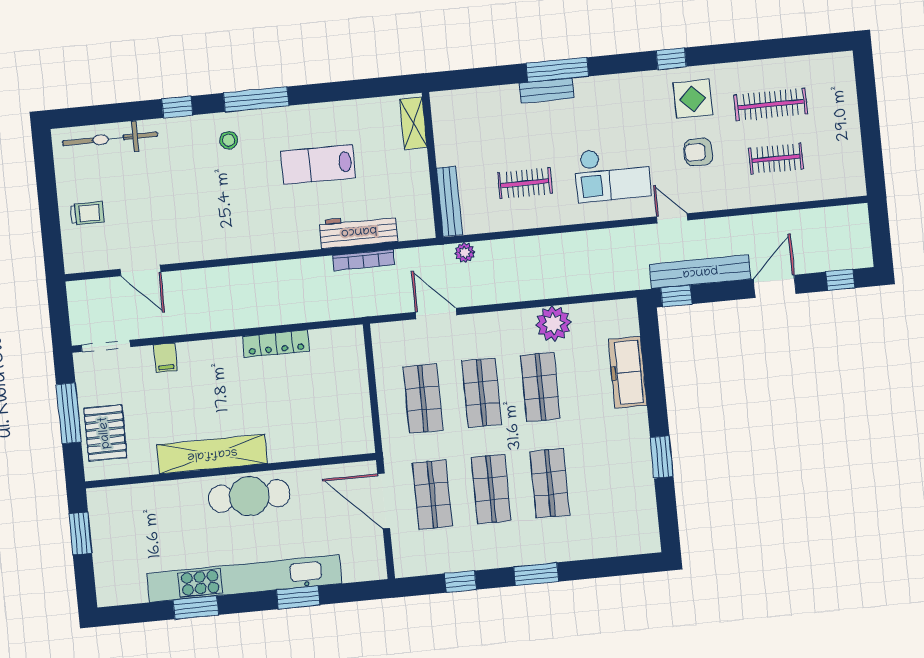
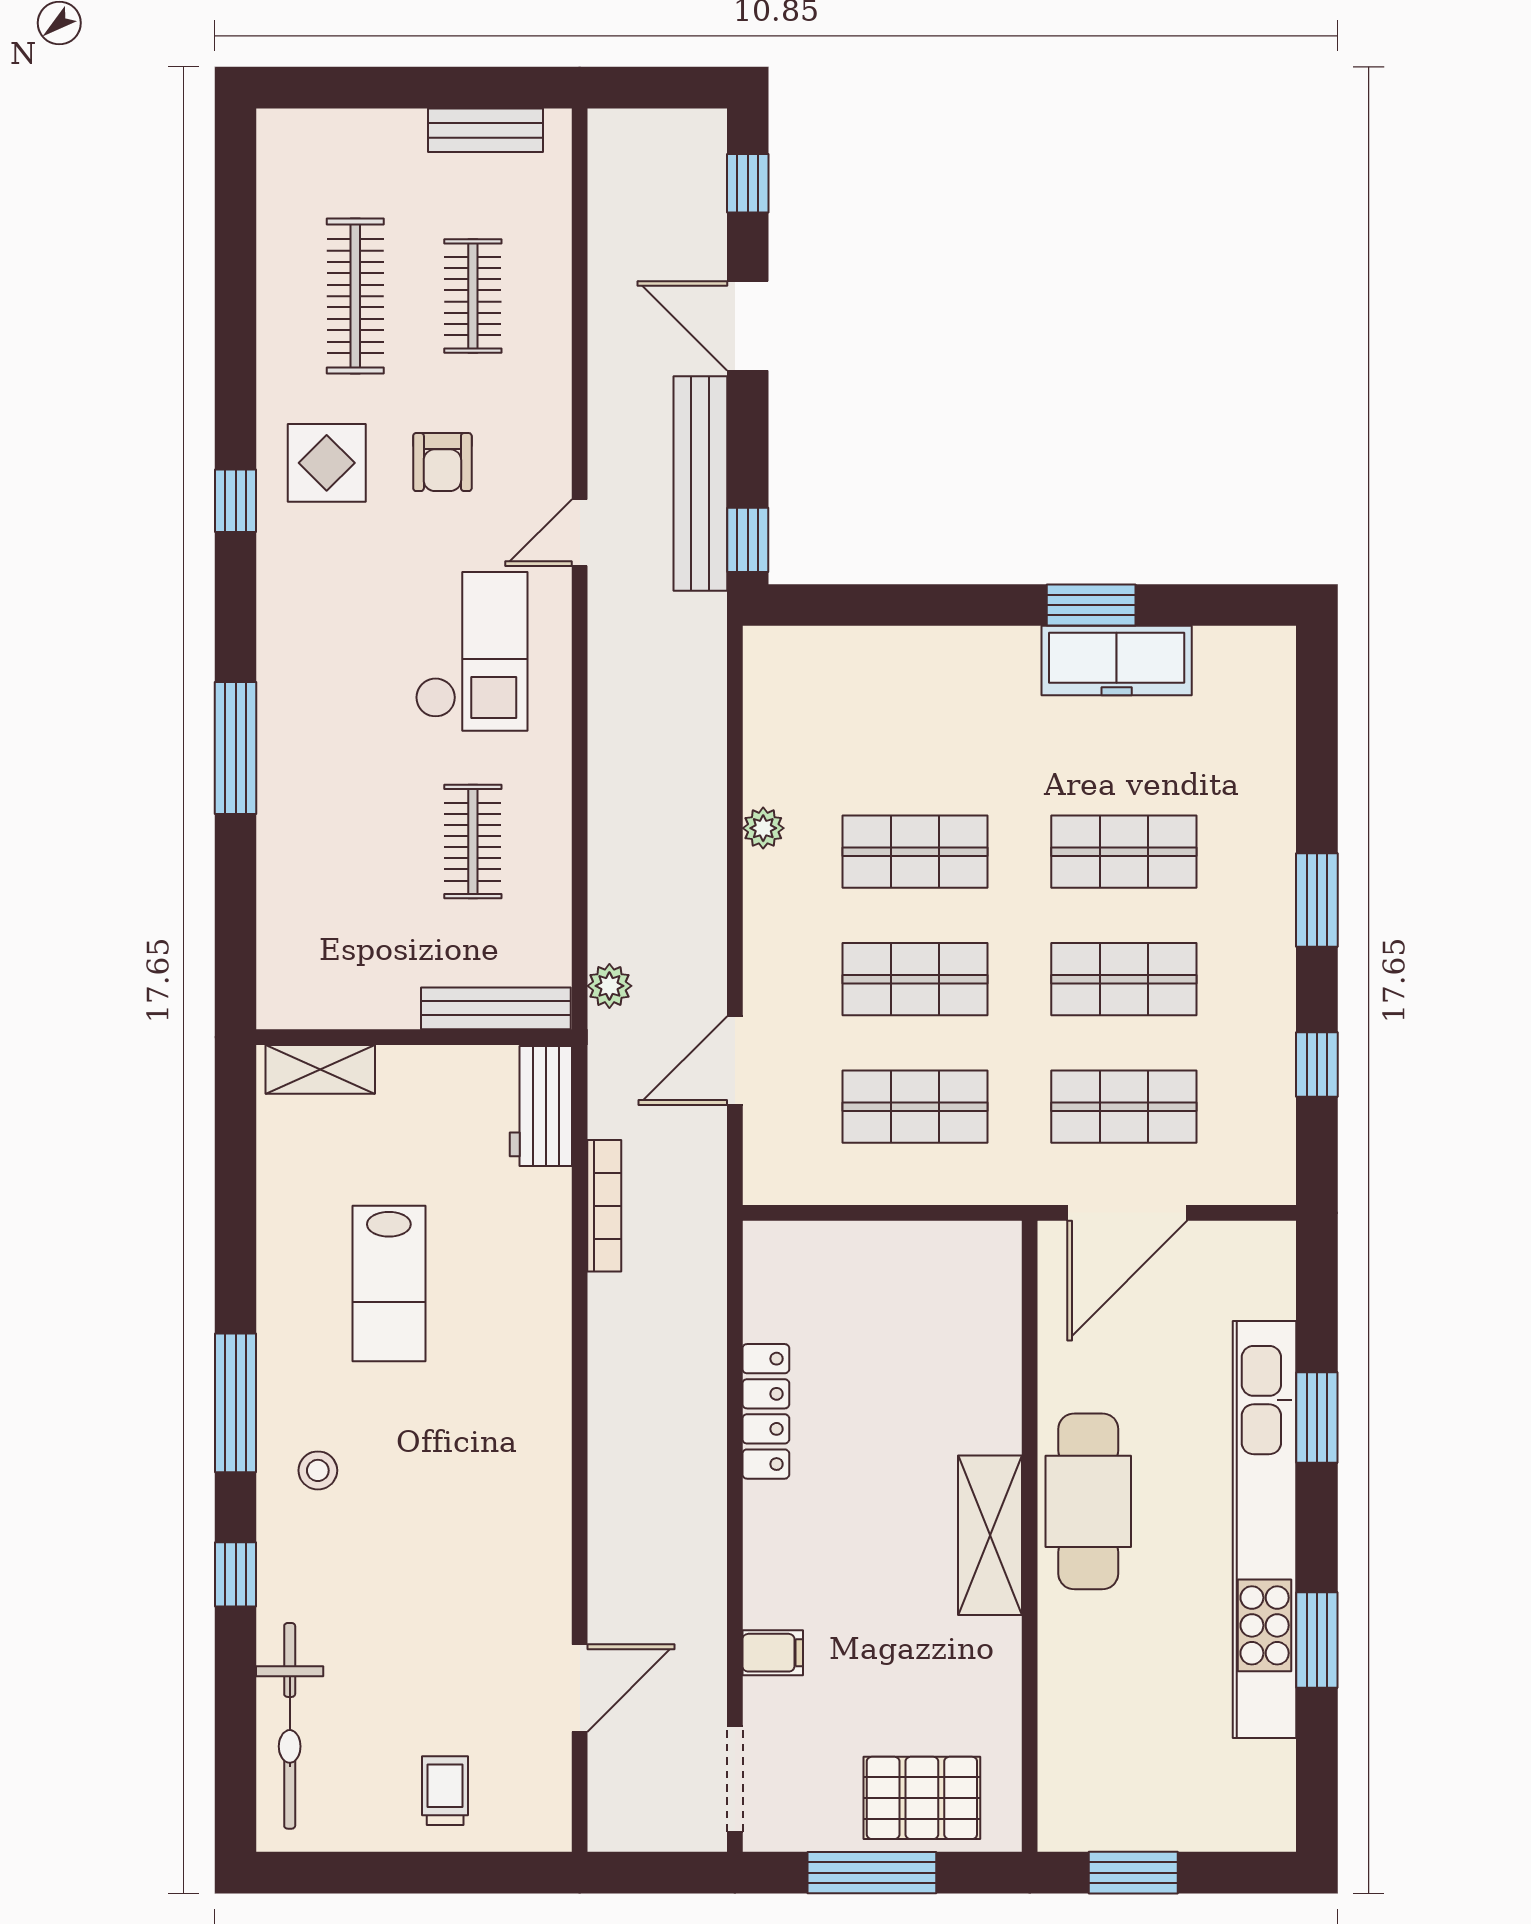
bench: (546, 91) -> (485, 130), moved, turned 90
workbench: (359, 231) -> (541, 1106), moved, width x0.73
plant: (553, 324) -> (763, 828), width x0.53, depth x0.53
freezer: (628, 372) -> (1117, 661), moved
shelving: (212, 454) -> (990, 1535), width x0.68

